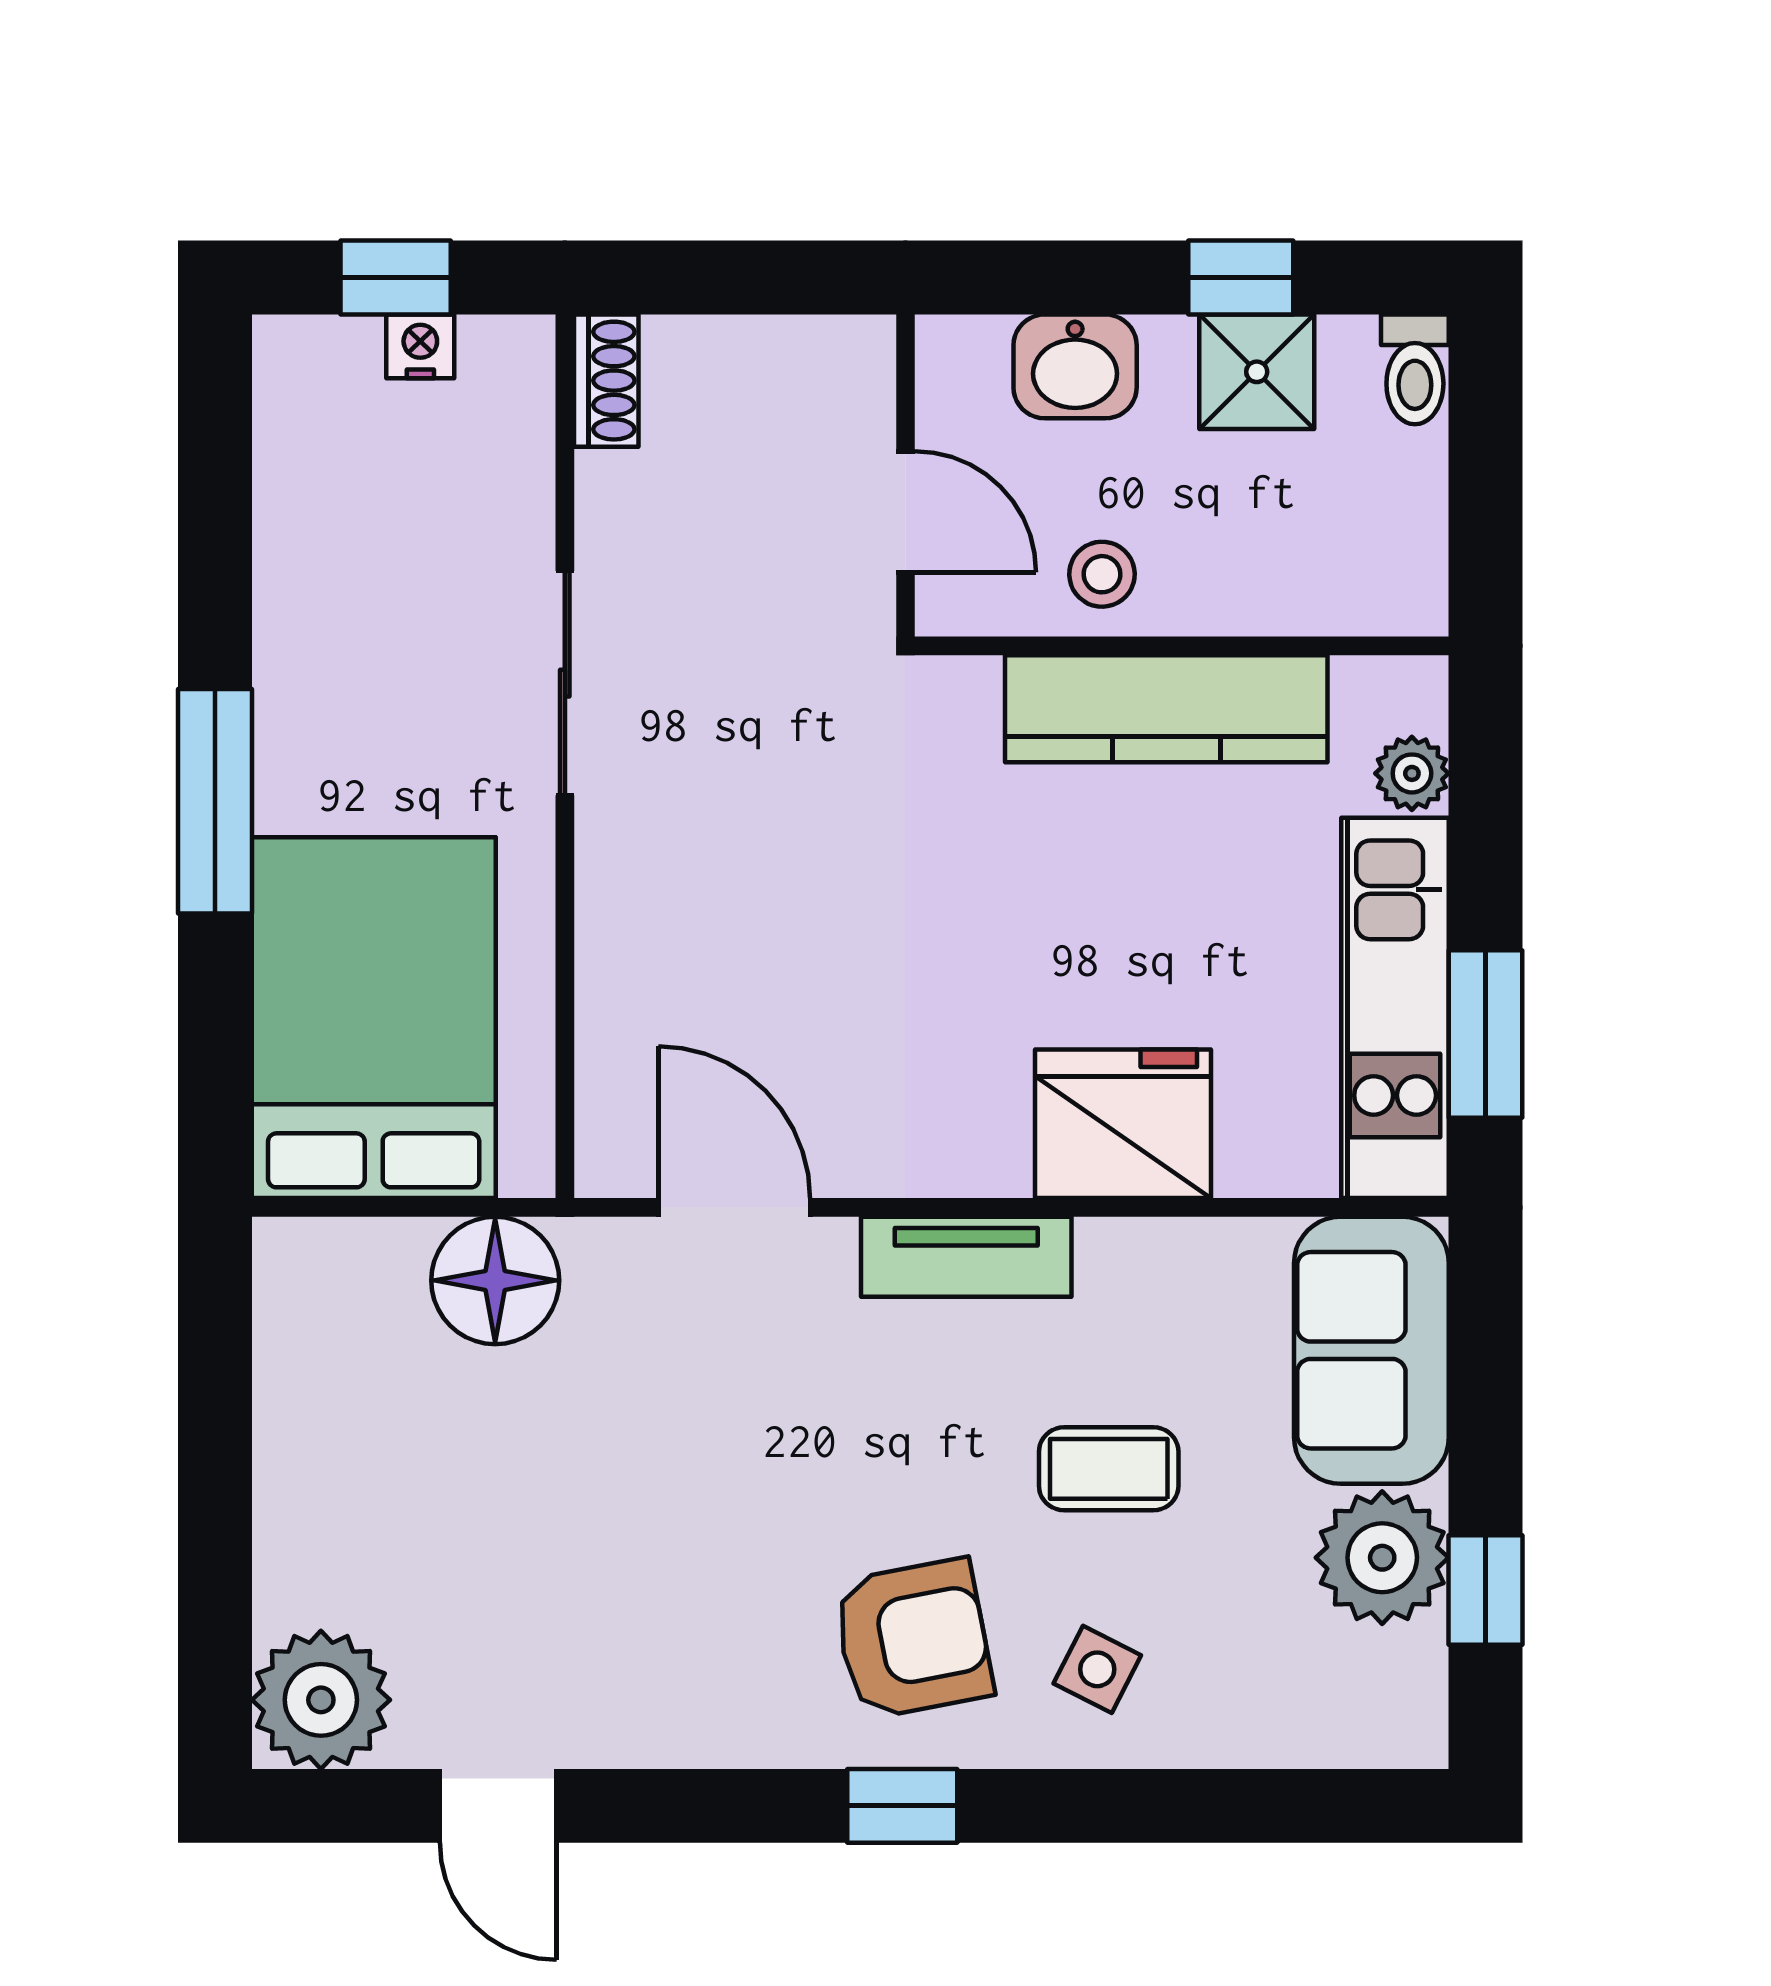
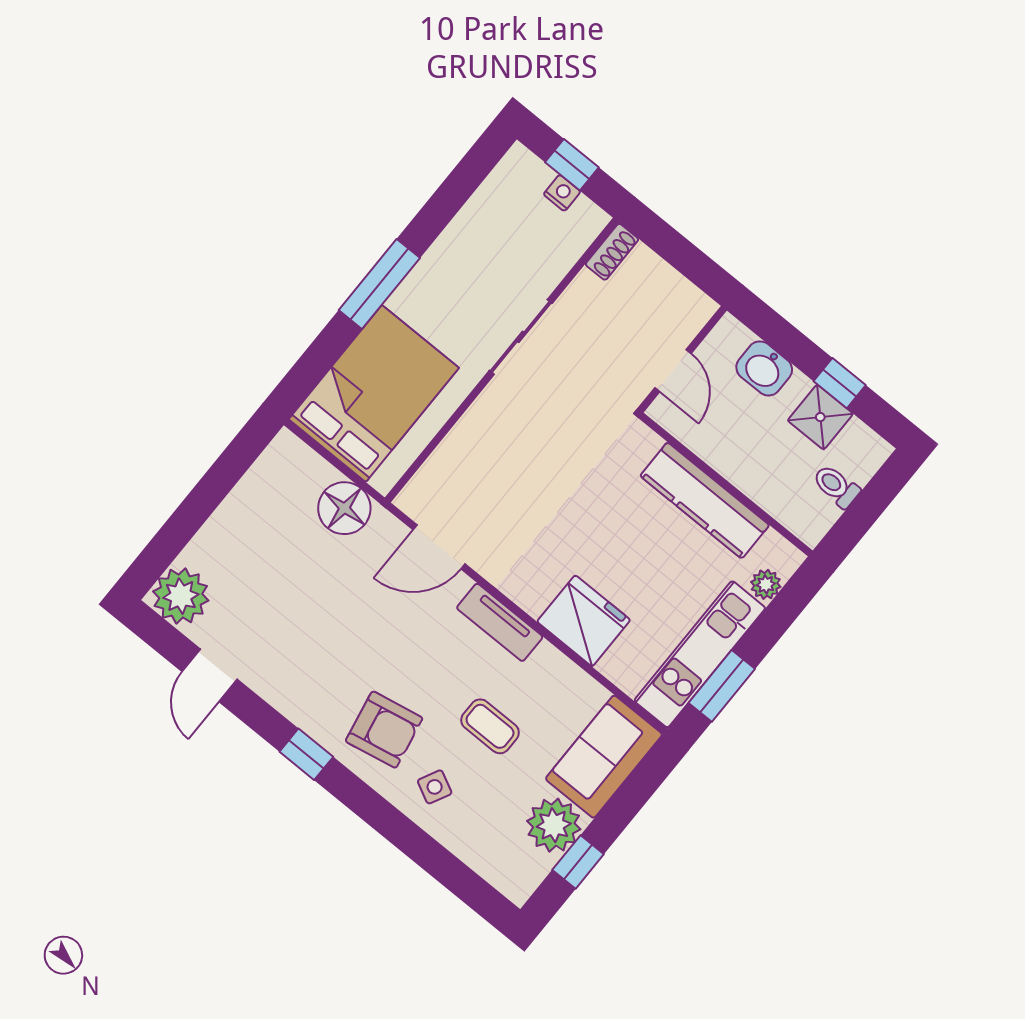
toilet: (1415, 369) -> (836, 486), moved, turned 90
stool: (1102, 574) -> (719, 441), removed
door: (734, 1207) -> (439, 547), swing flipped
window: (902, 1806) -> (306, 754), moved

